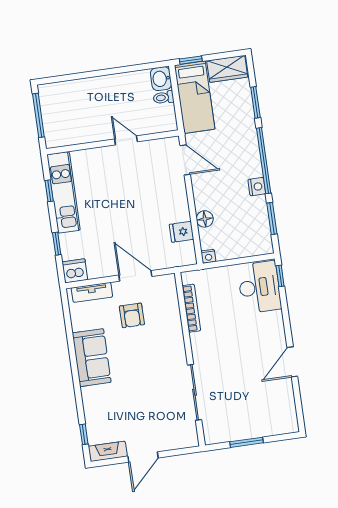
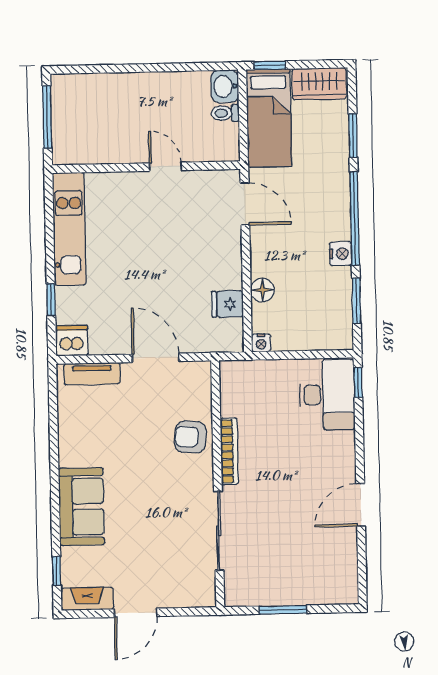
window: (49, 191) -> (49, 224), removed
bookcase: (191, 308) -> (229, 451), moved
armchair: (132, 315) -> (190, 437), moved, turned 95
sofa: (92, 358) -> (81, 507), moved

